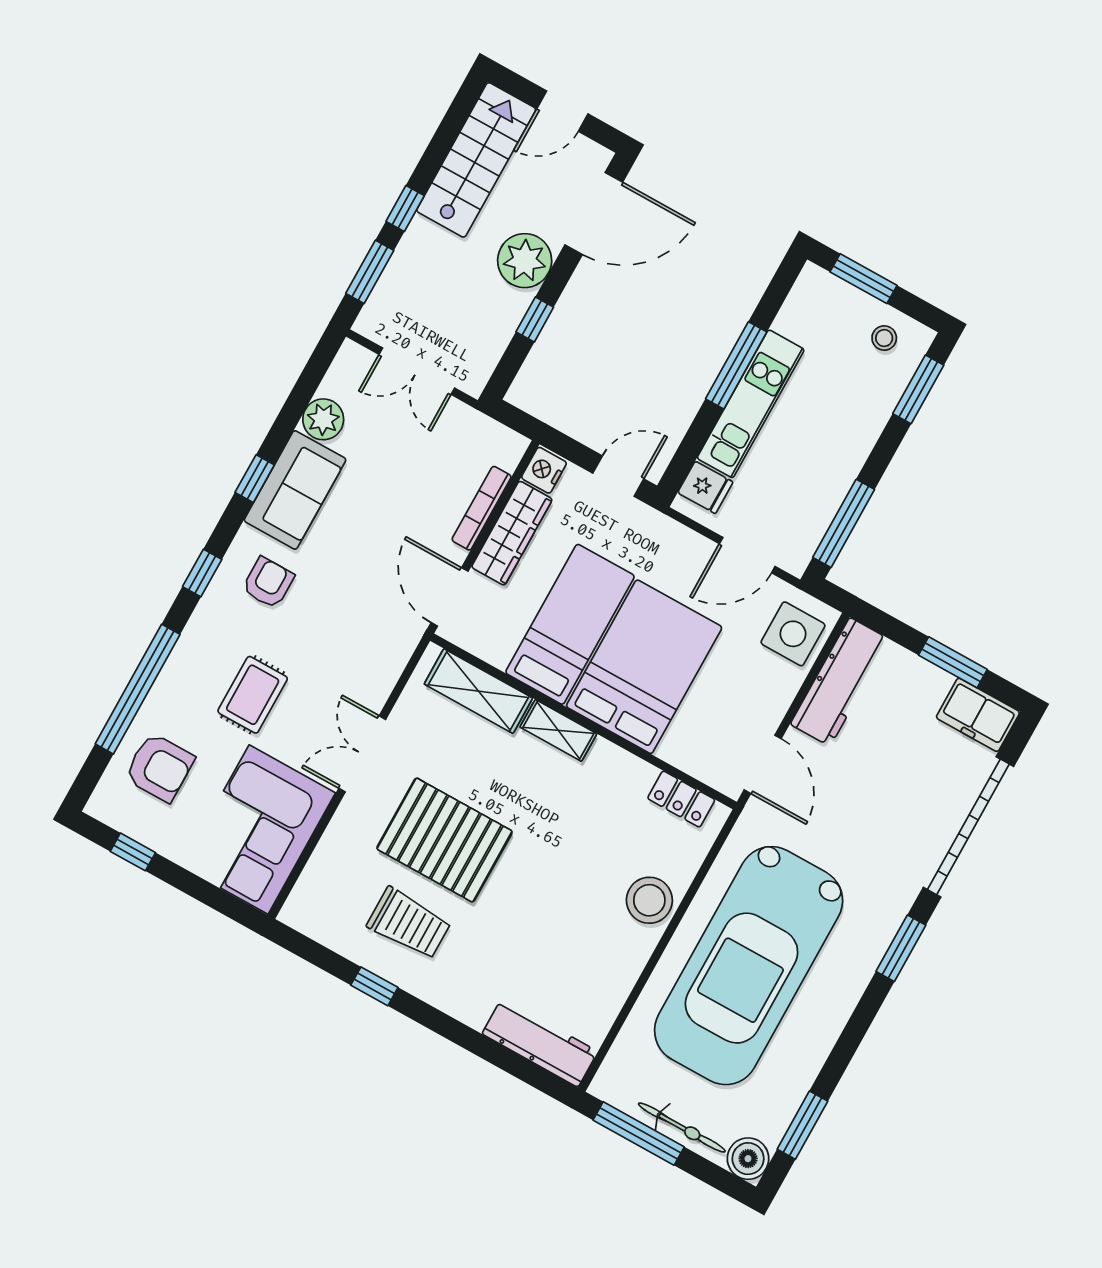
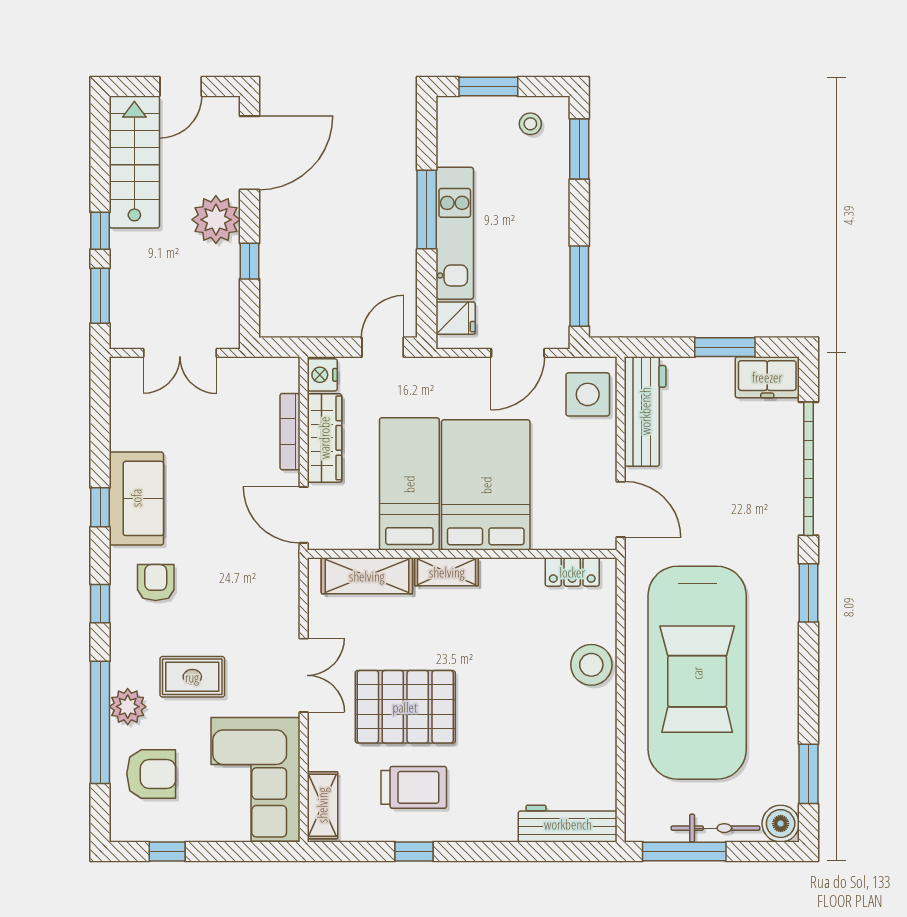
plant: (323, 419) -> (128, 707), moved
rug: (253, 695) -> (192, 677), turned 90
double door: (362, 754) -> (304, 675), swing flipped
shelving: (310, 891) -> (322, 805), added

